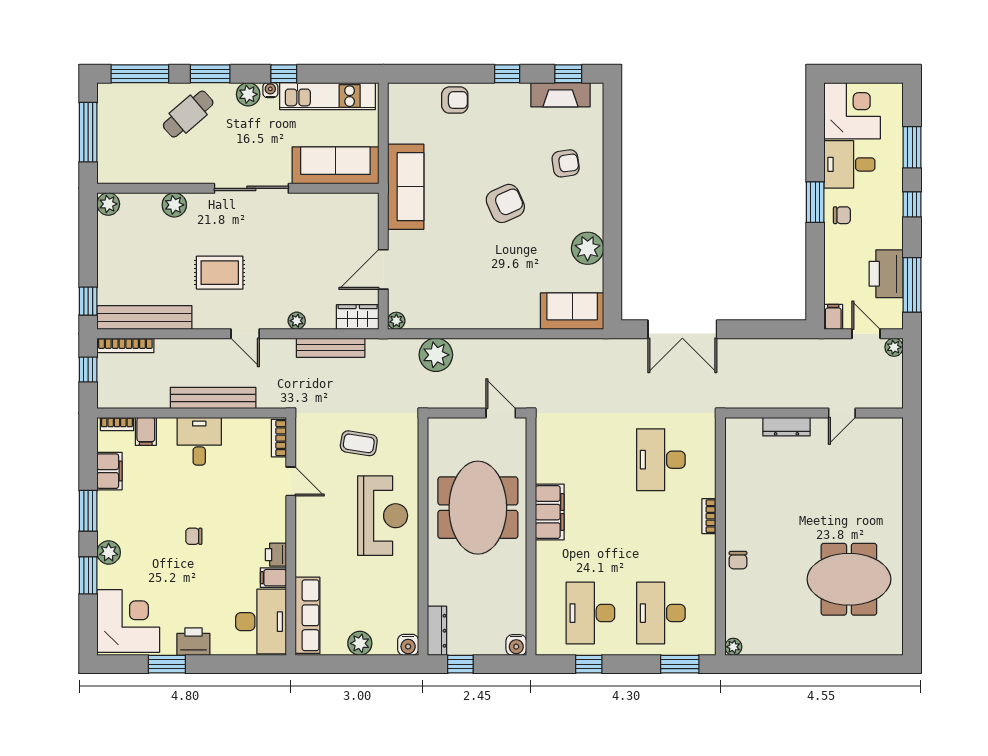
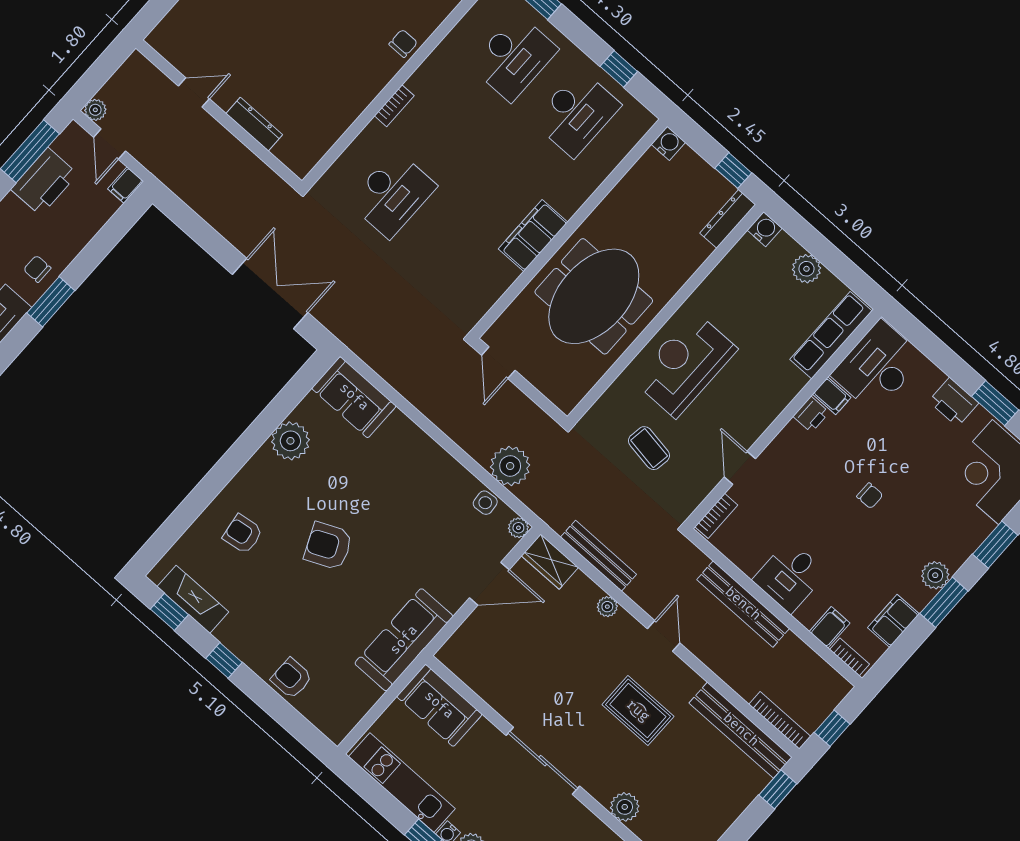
sofa: (335, 165) -> (439, 705), width x0.73
side table: (431, 318) -> (485, 503), added
plant: (109, 552) -> (935, 575), moved

